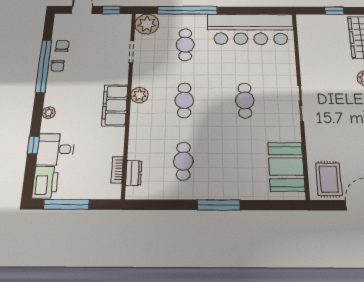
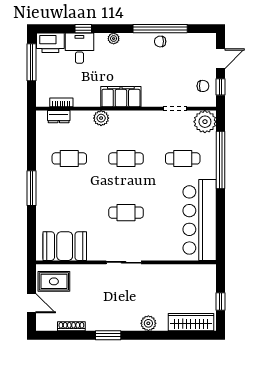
chair: (62, 46) -> (203, 86), moved
plant: (139, 95) -> (101, 118), moved

